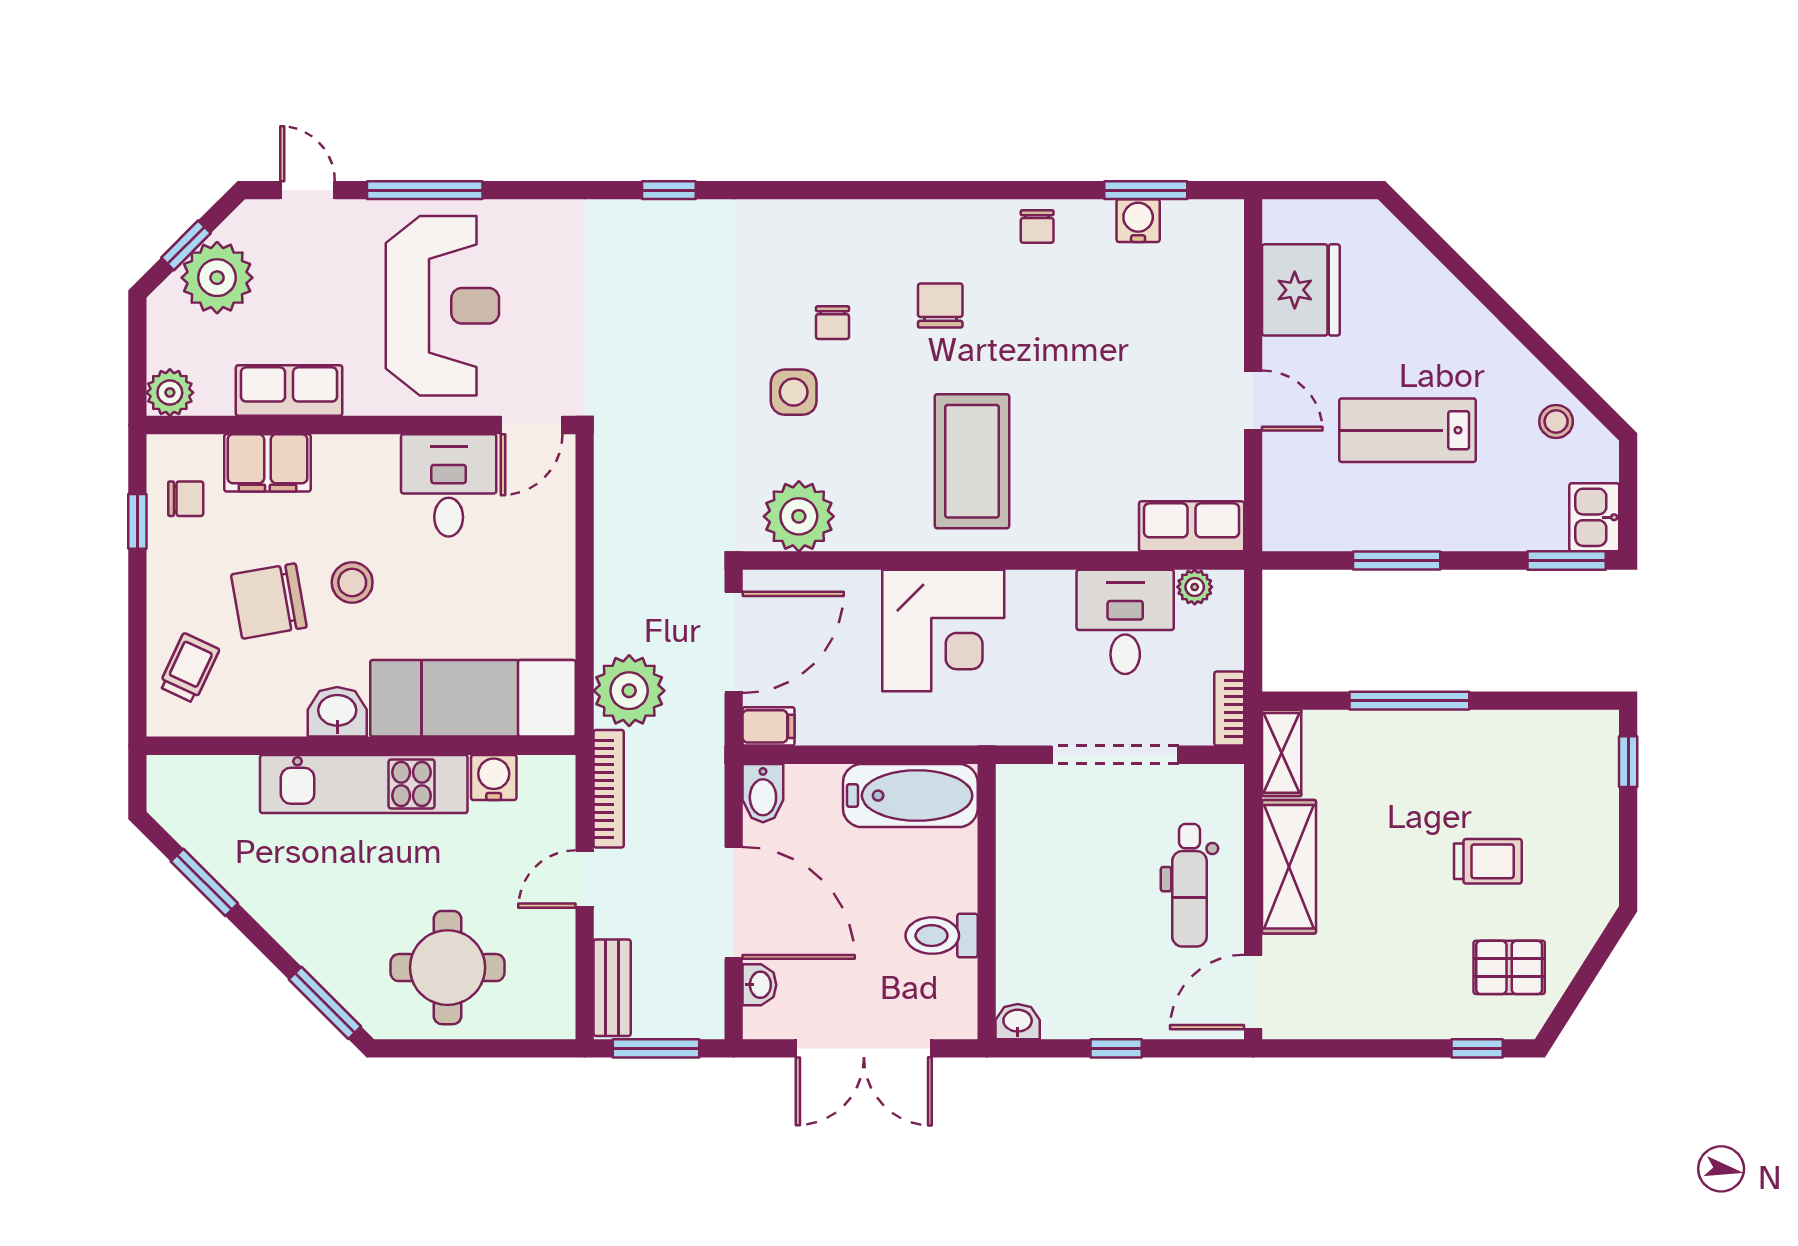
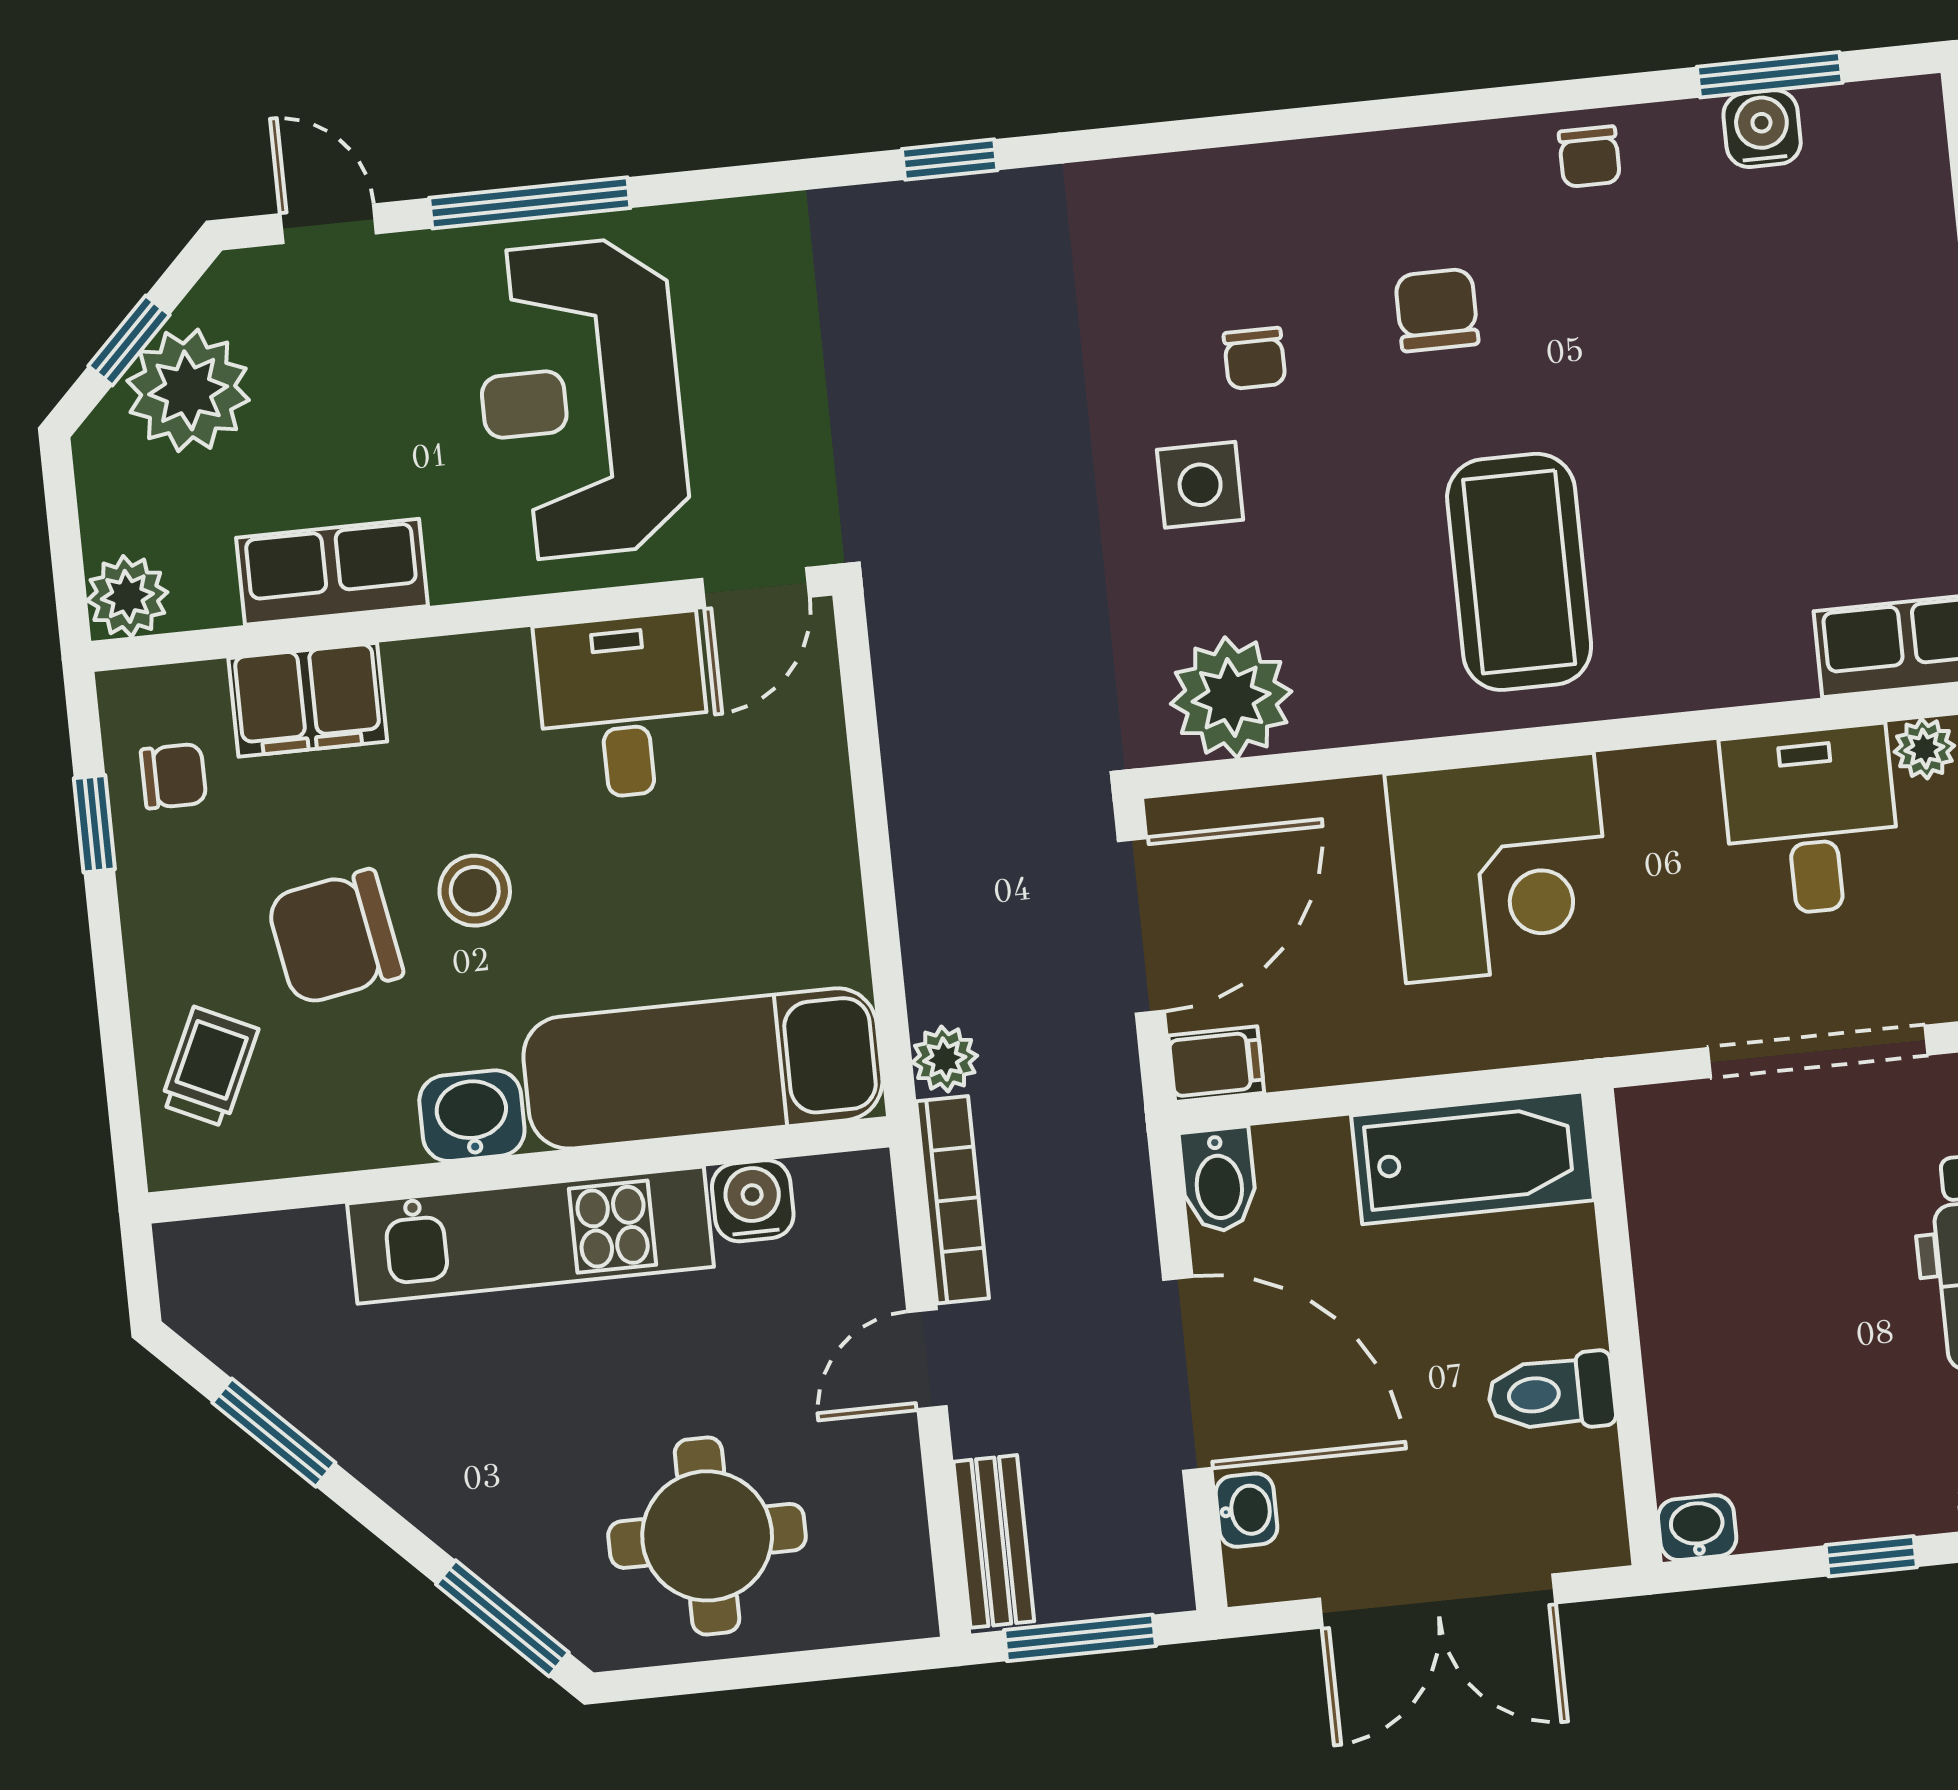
reception desk: (442, 306) -> (581, 399), turned 180
plant: (629, 691) -> (945, 1059), width x0.53, depth x0.53

